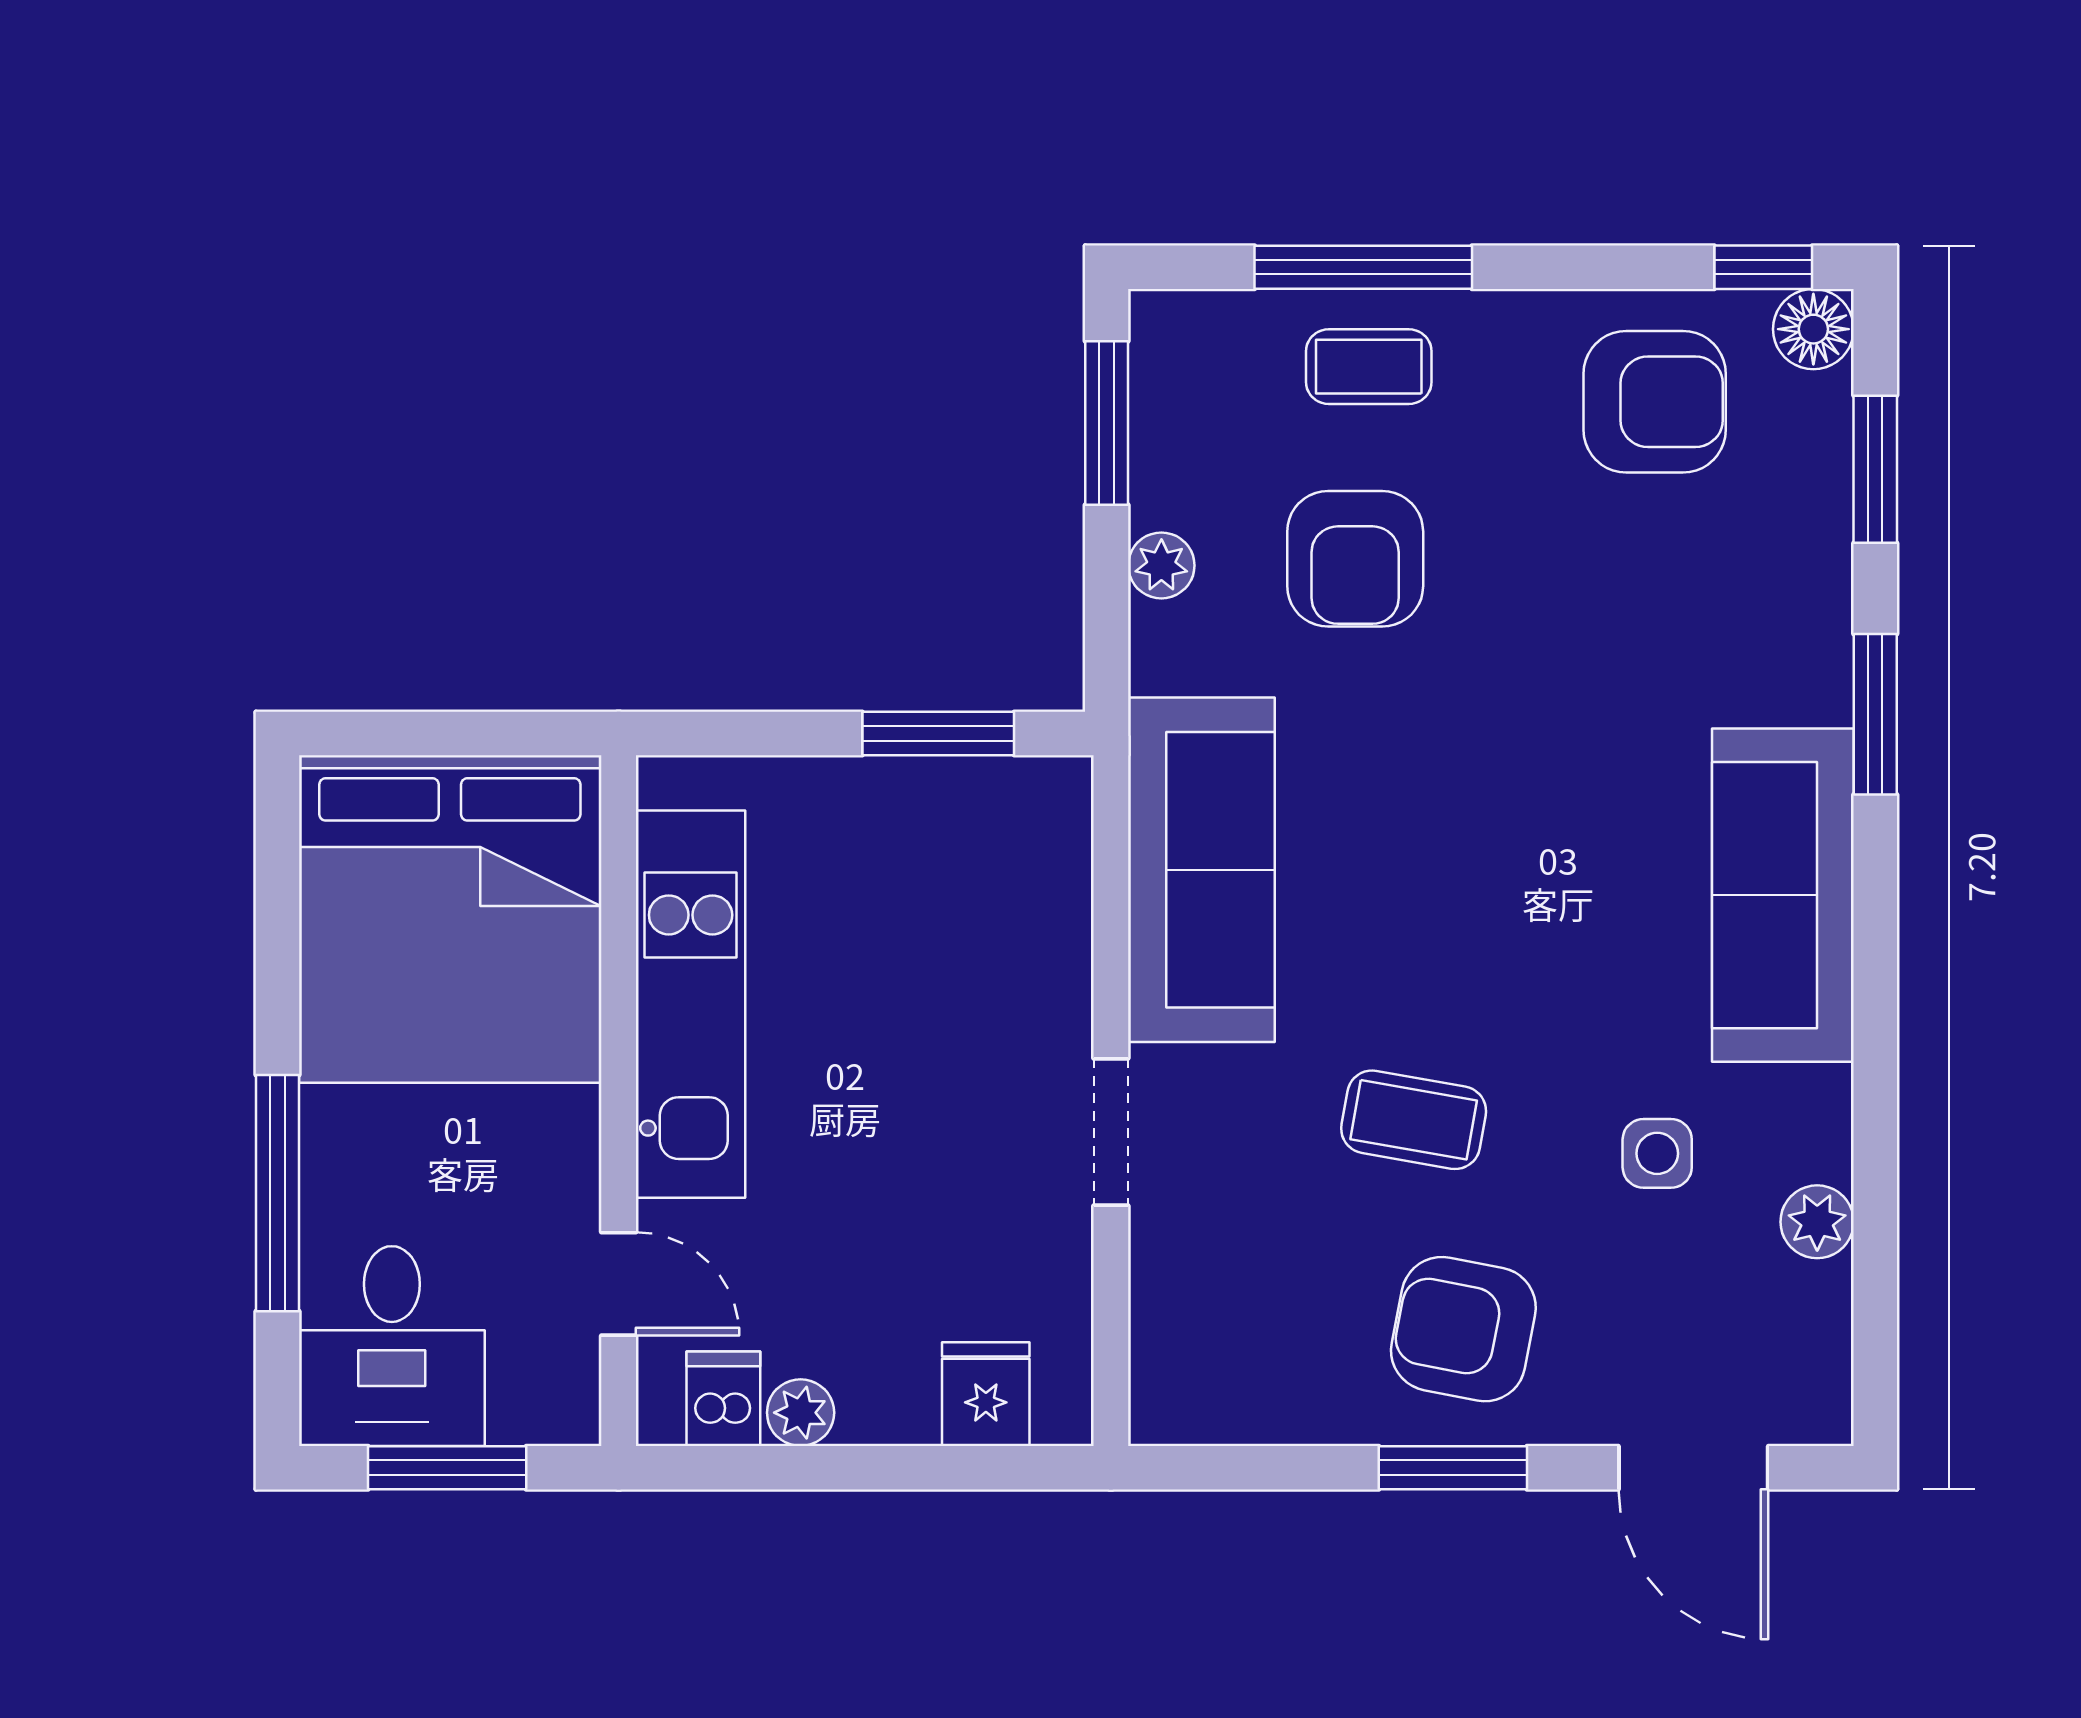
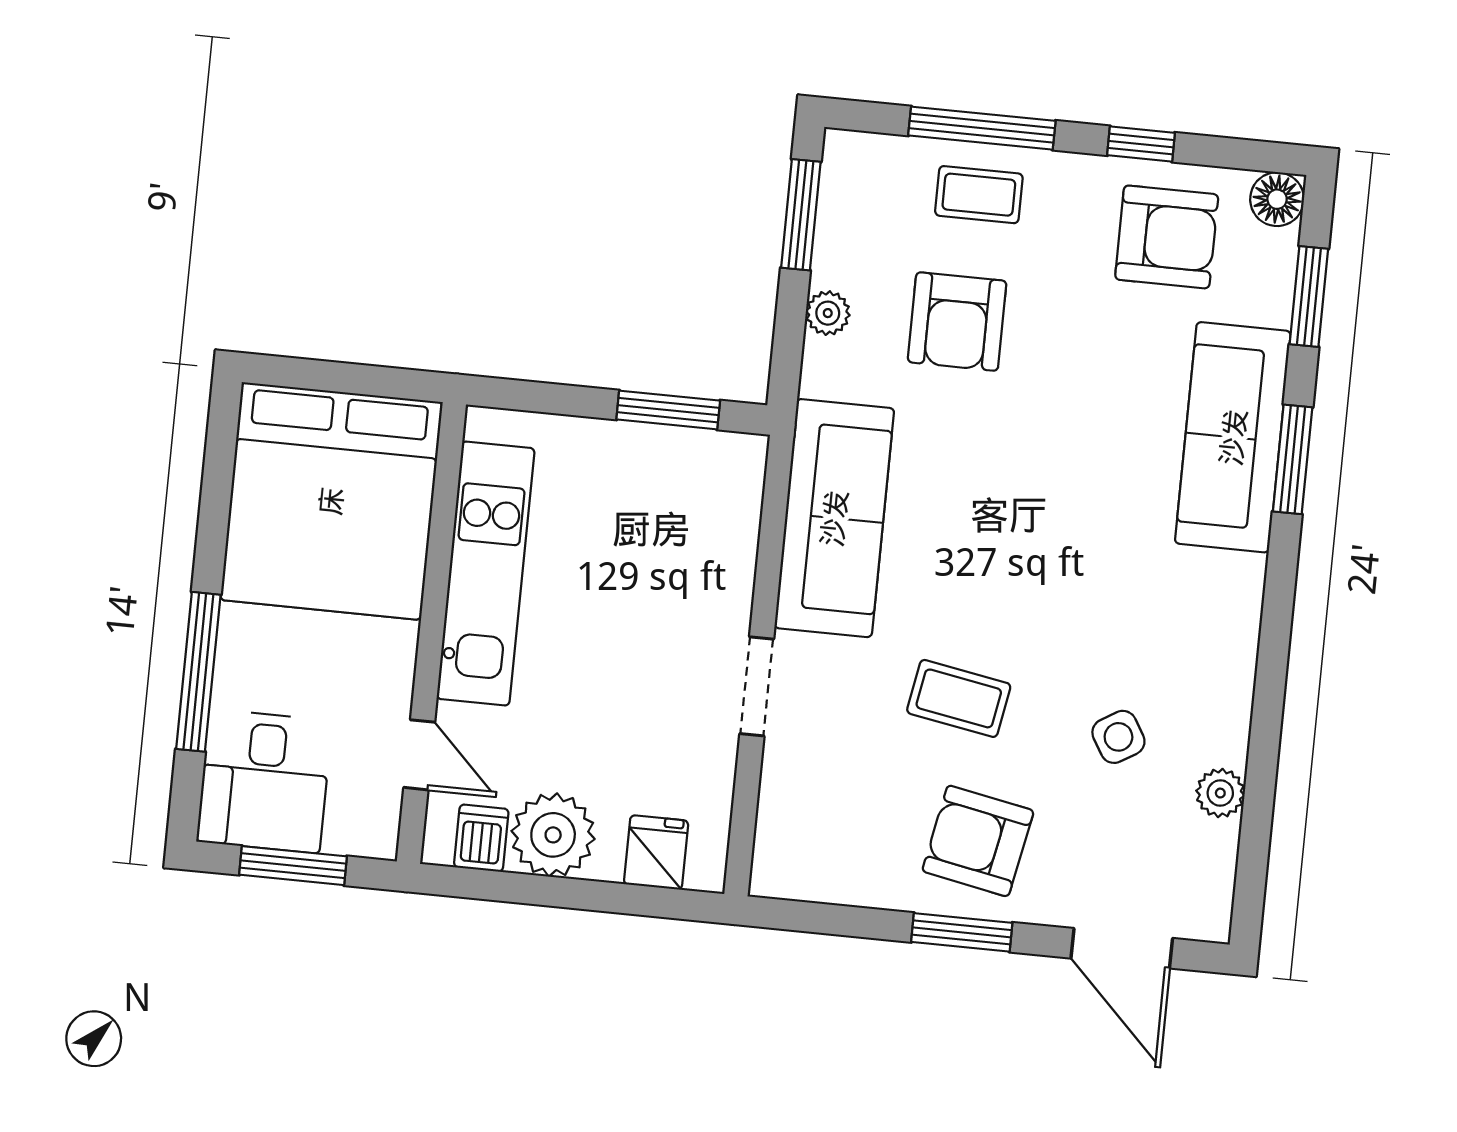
window: (1763, 267) -> (1141, 144), moved
sofa: (1783, 895) -> (1233, 437), moved
side table: (1657, 1153) -> (1118, 737), turned -31
plant: (801, 1413) -> (553, 835), width x1.88, depth x1.88

